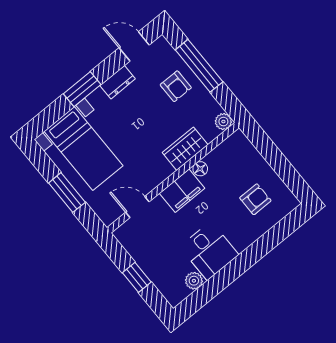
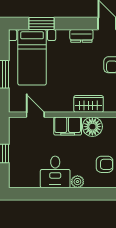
window: (82, 89) -> (41, 24), moved
floor lamp: (200, 169) -> (92, 127), width x1.89, depth x1.89
plant: (194, 281) -> (77, 182), moved

